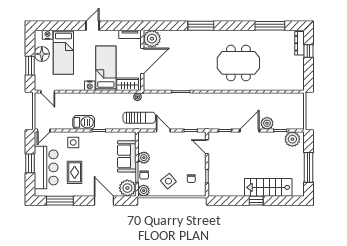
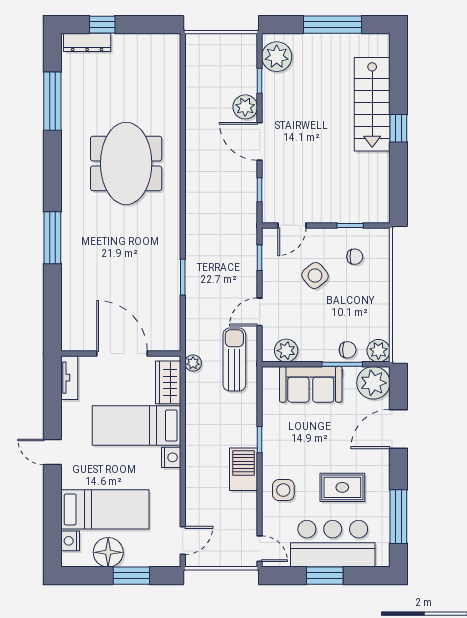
plant: (152, 39) -> (78, 334), removed
plant: (144, 158) -> (286, 351), moved
side table: (168, 181) -> (315, 276), moved

